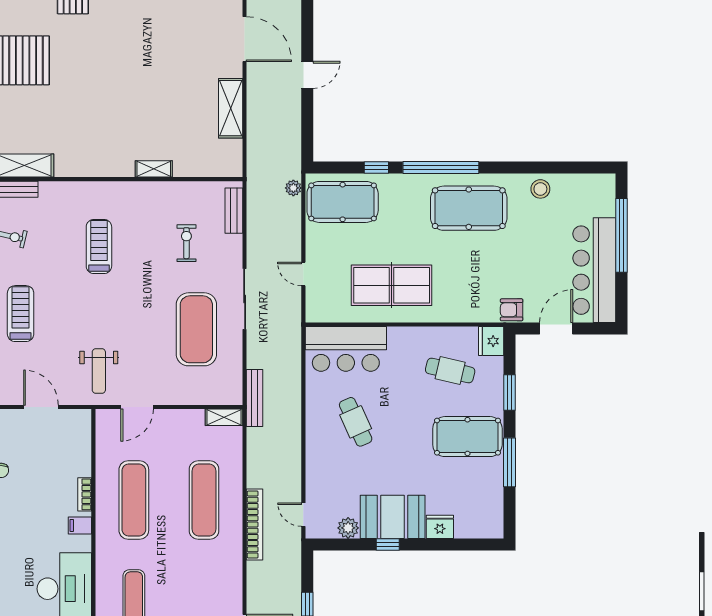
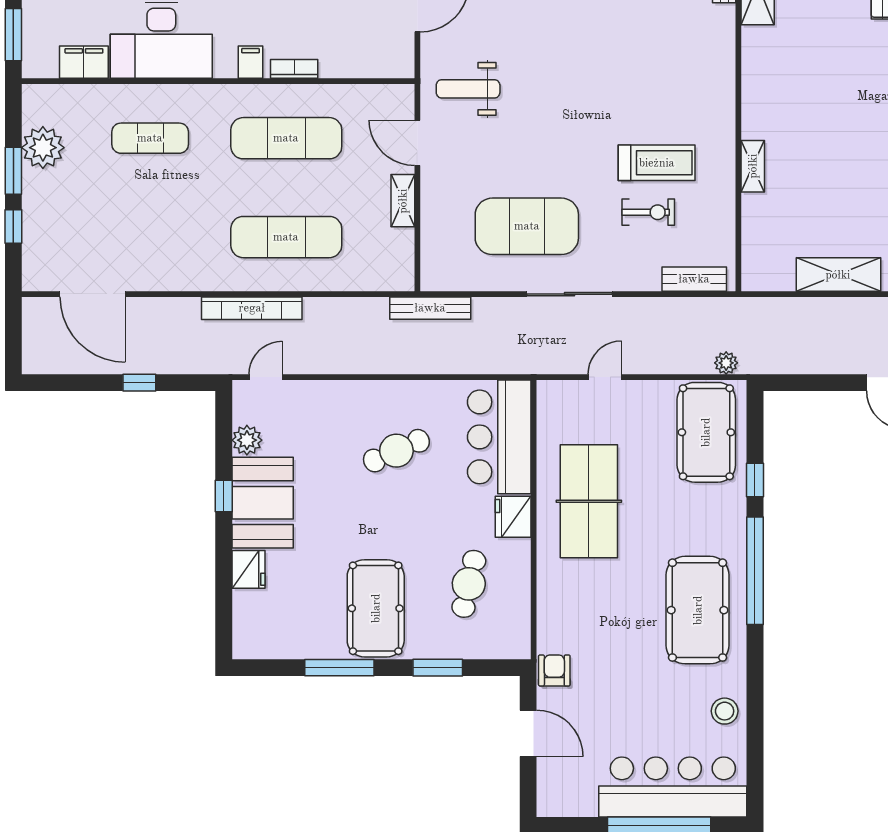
treadmill: (99, 246) -> (657, 163), moved
bar counter: (594, 270) -> (673, 787), moved
fridge: (491, 341) -> (513, 517), moved, turned -90
shelving: (224, 417) -> (403, 201), moved

